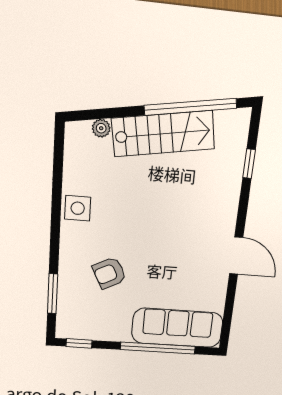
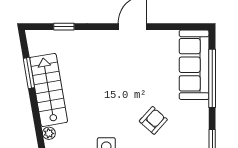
window: (191, 107) -> (29, 73), width x0.47
armchair: (109, 273) -> (153, 120), turned -111

